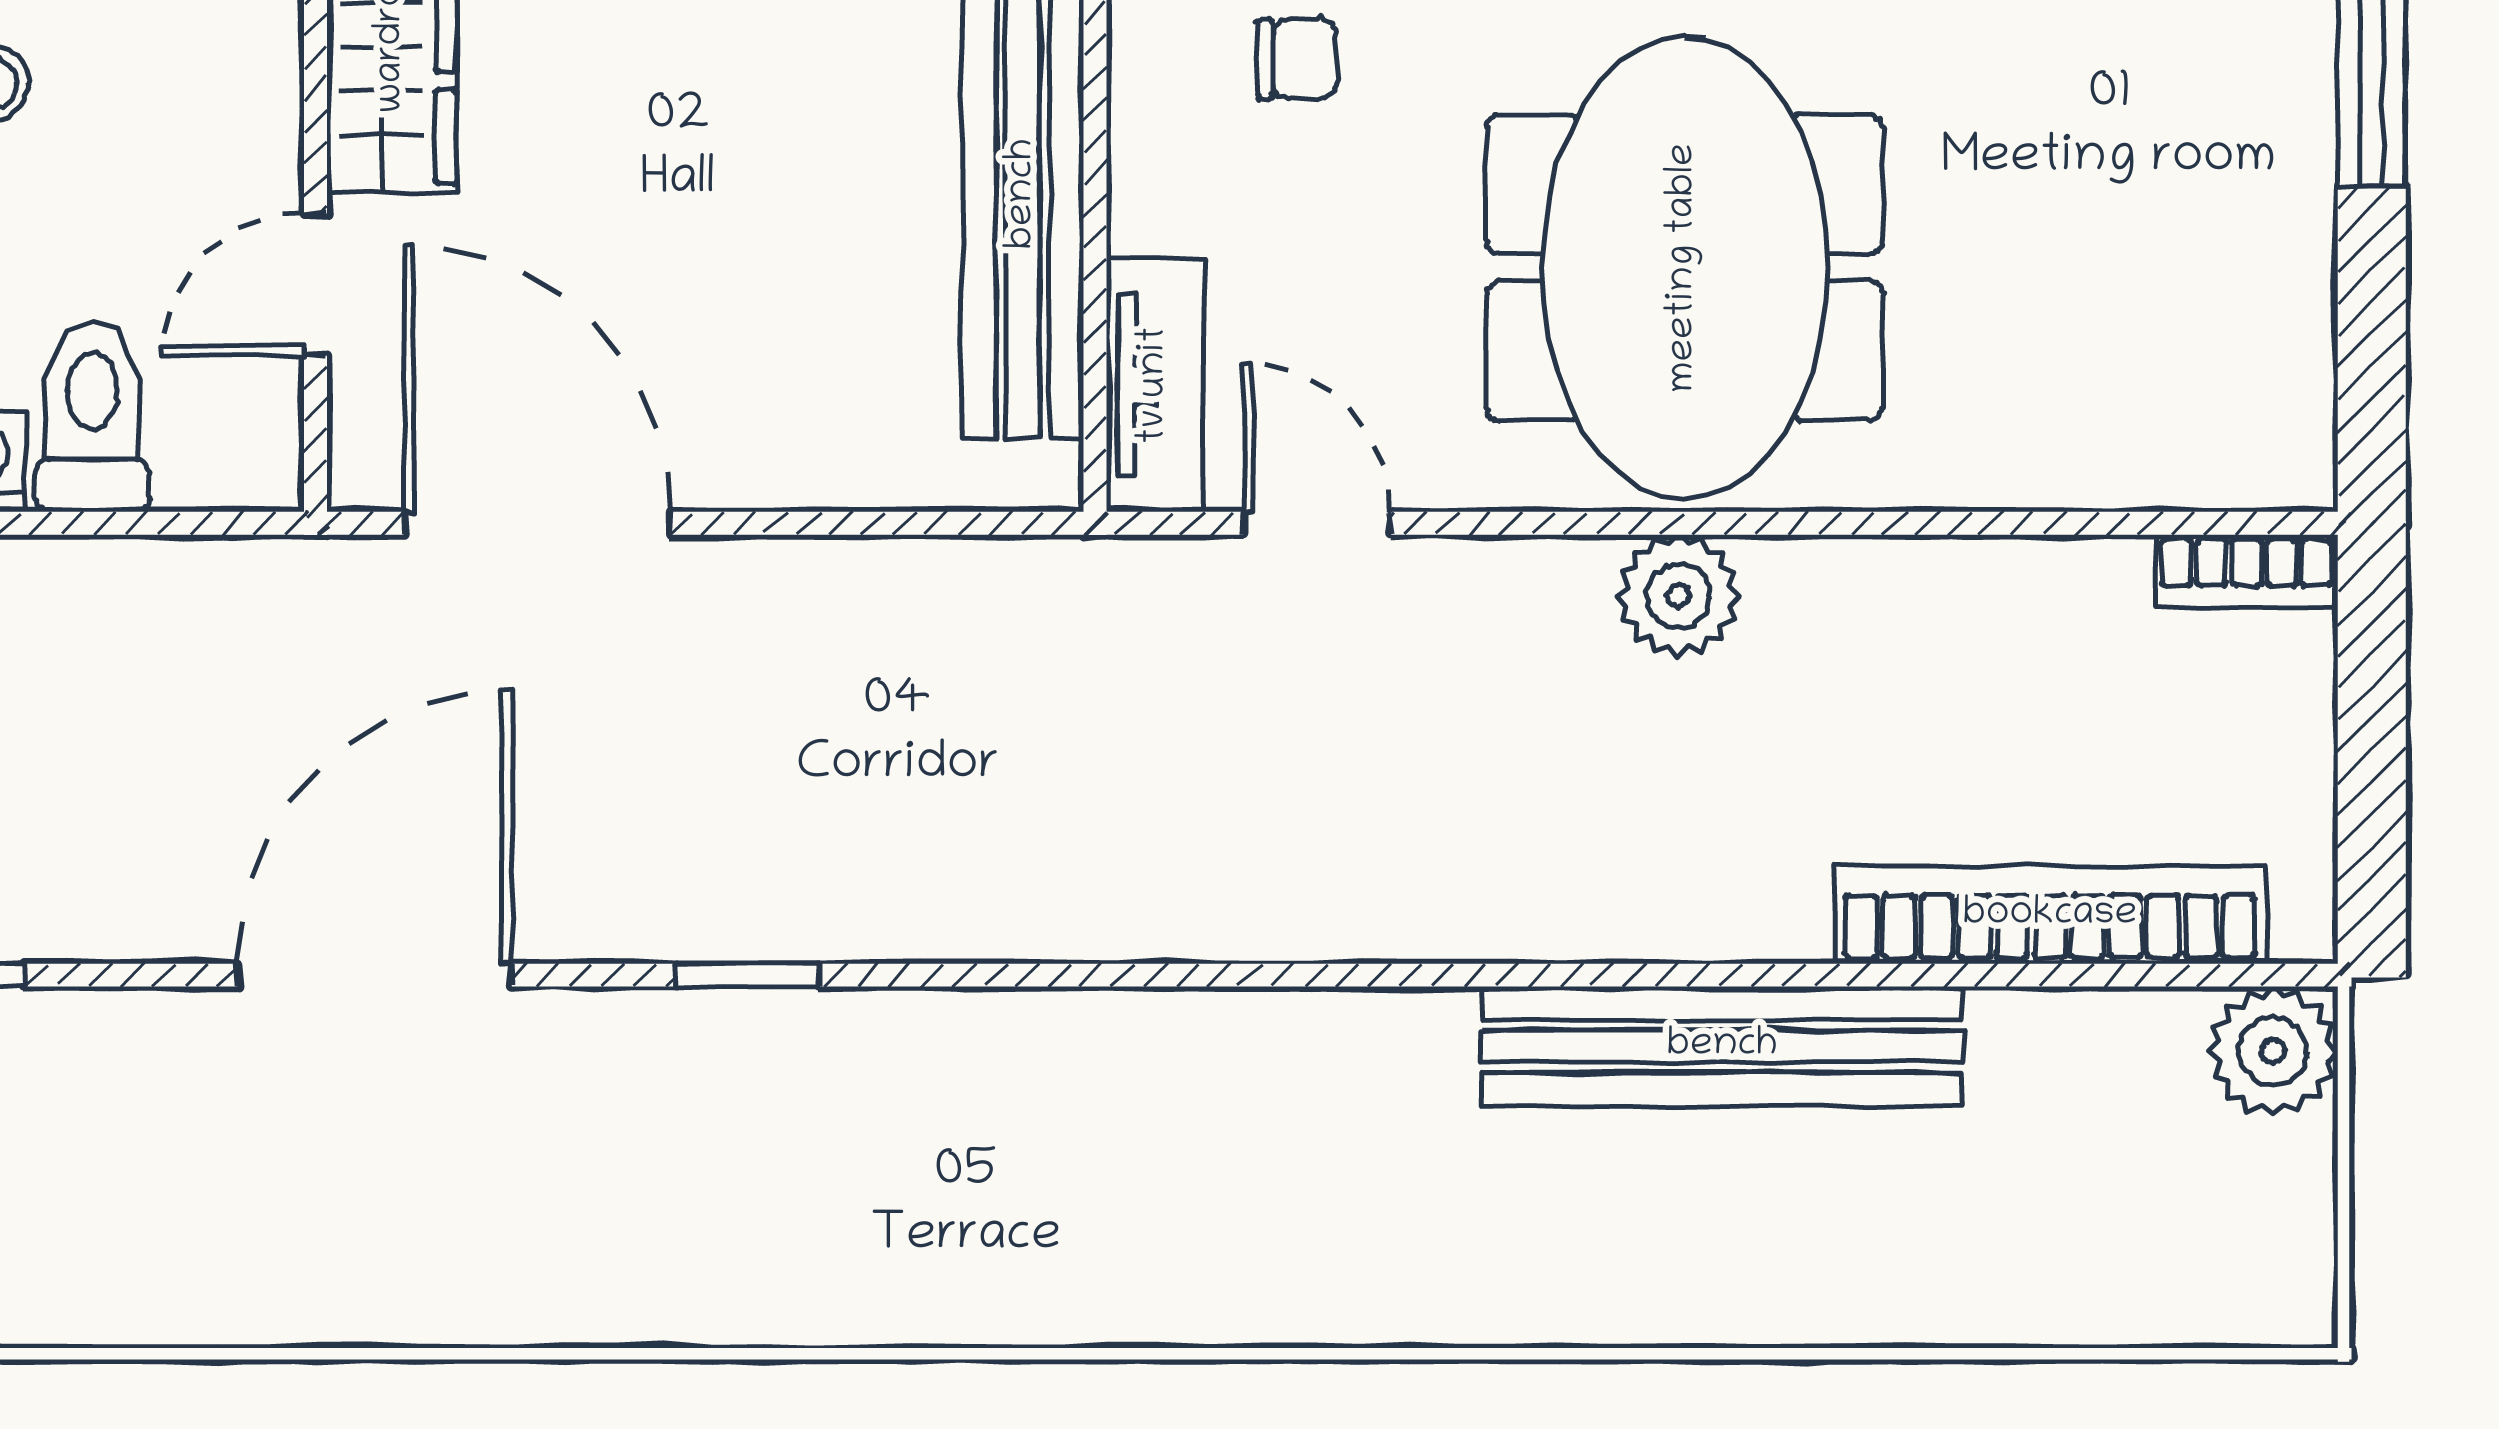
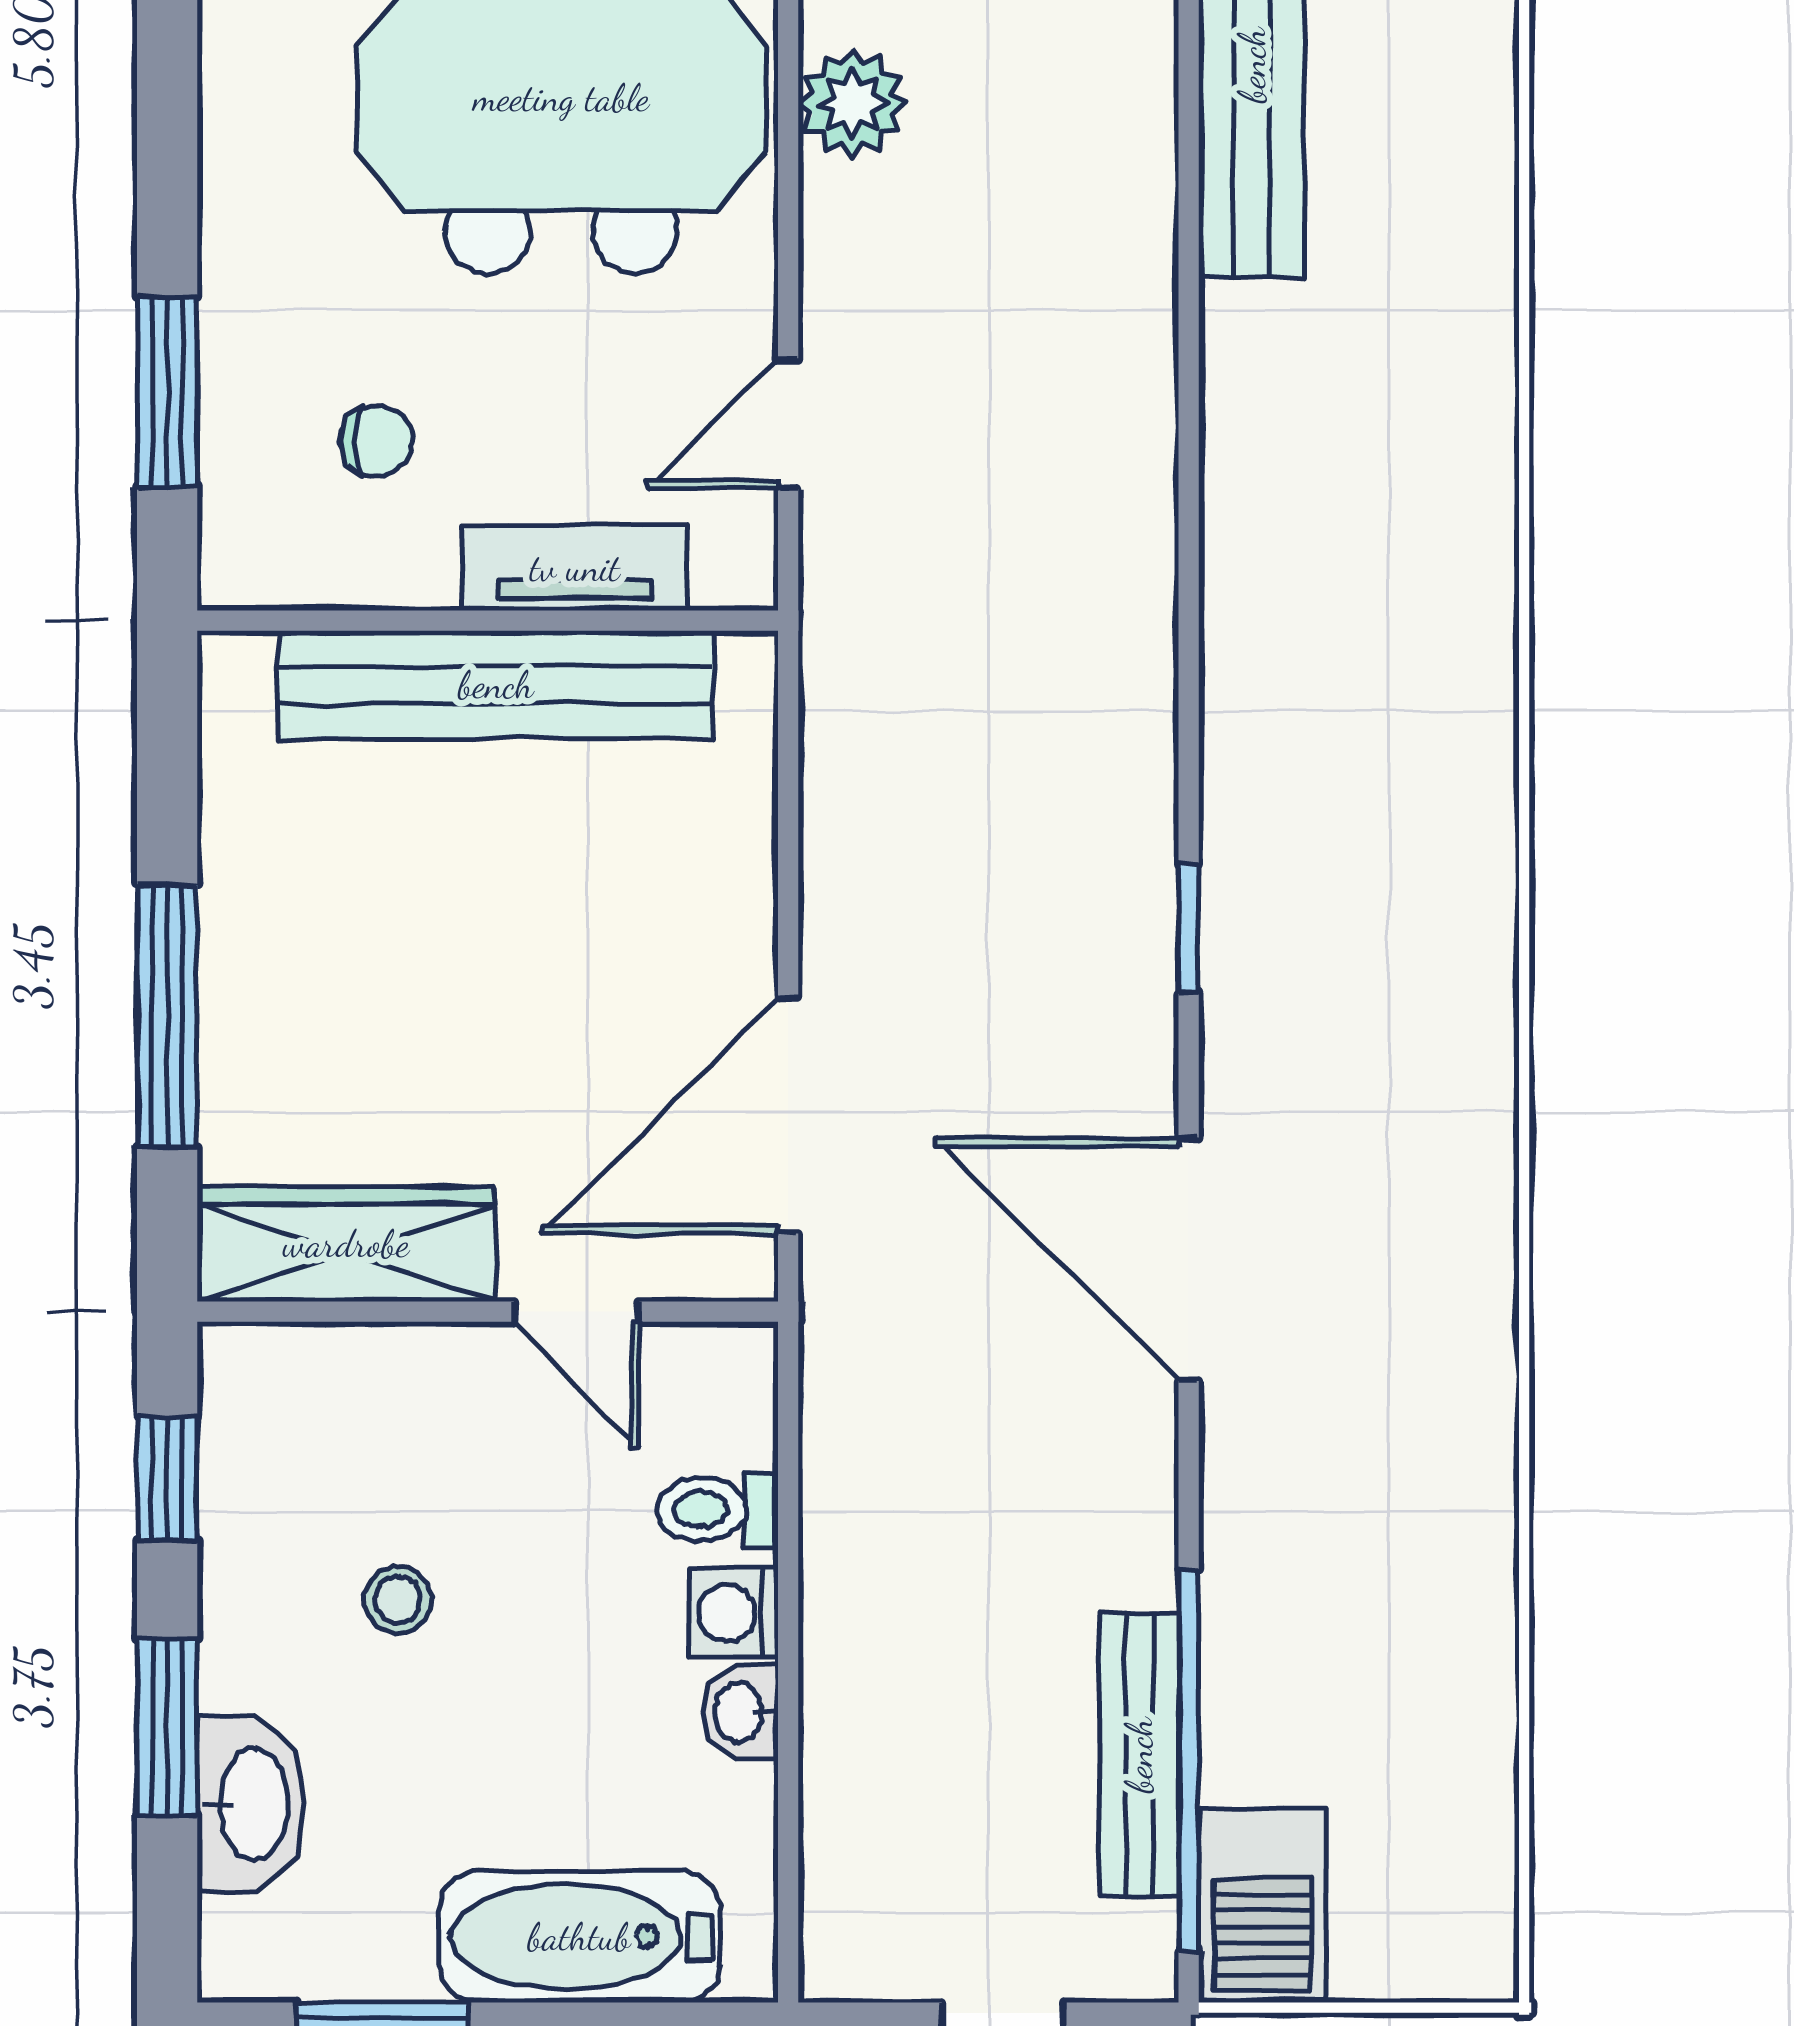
chair: (1297, 59) -> (377, 441), turned 90
tv unit: (1155, 385) -> (575, 568), moved
toilet: (92, 417) -> (717, 1509), width x0.73, depth x0.72

